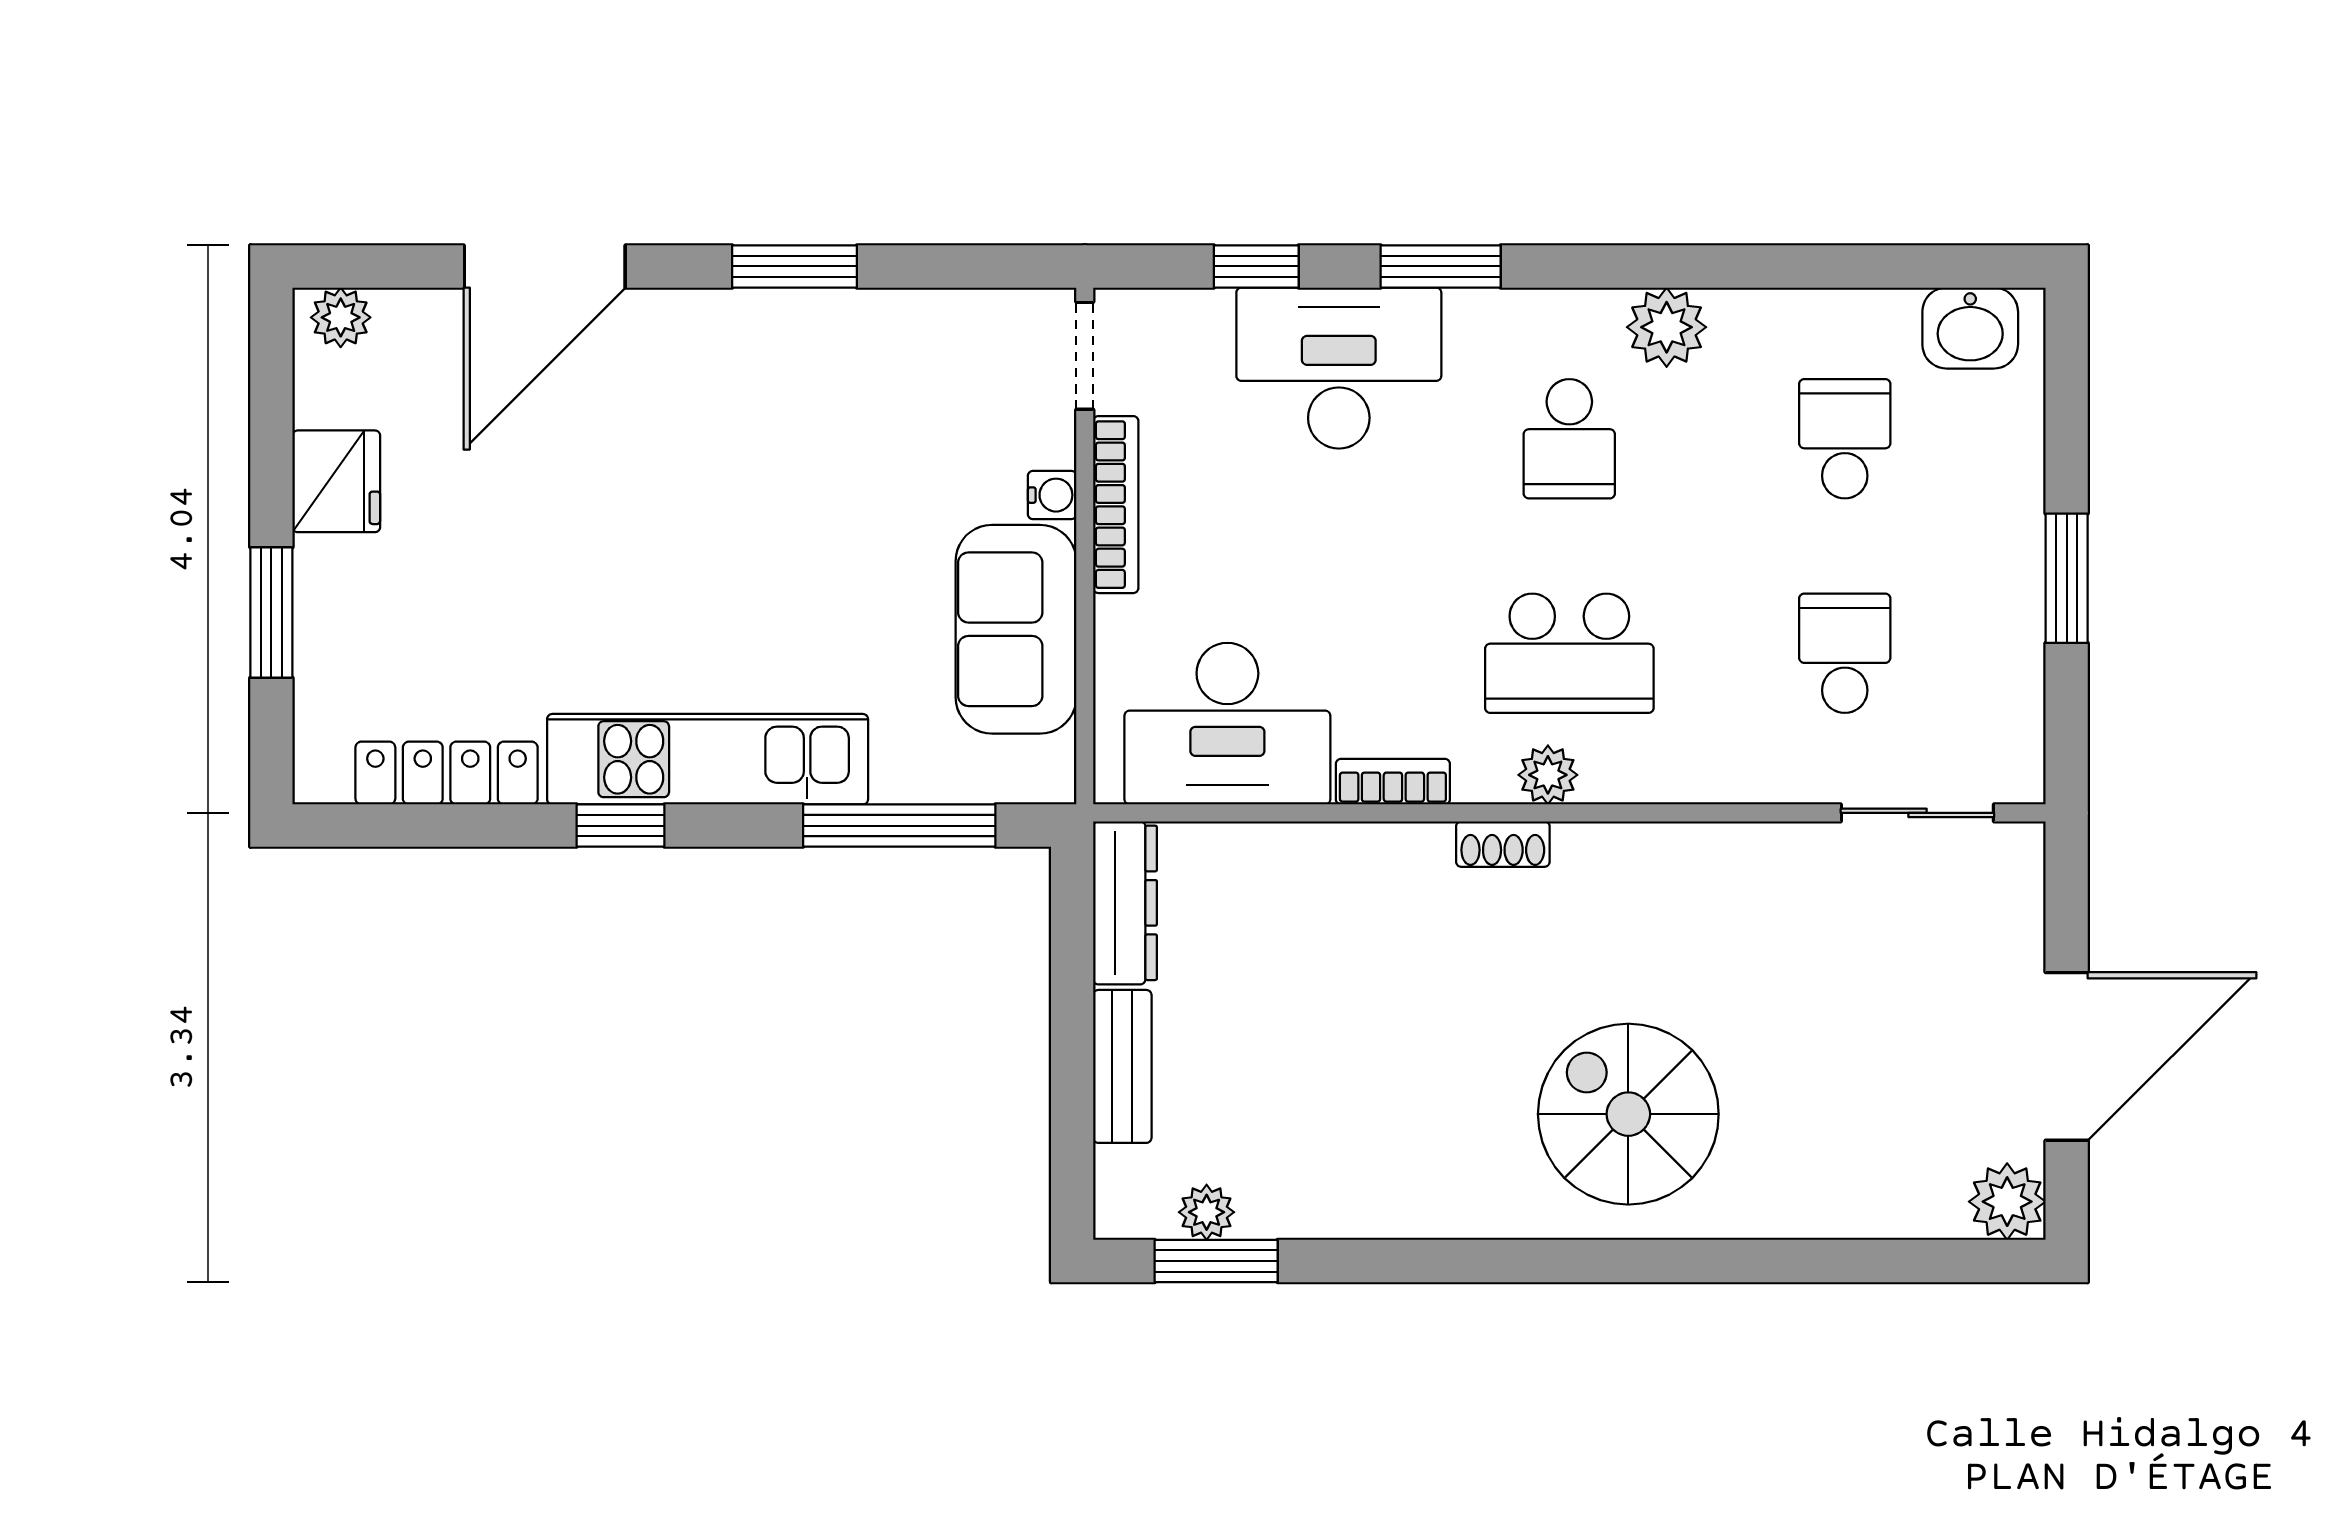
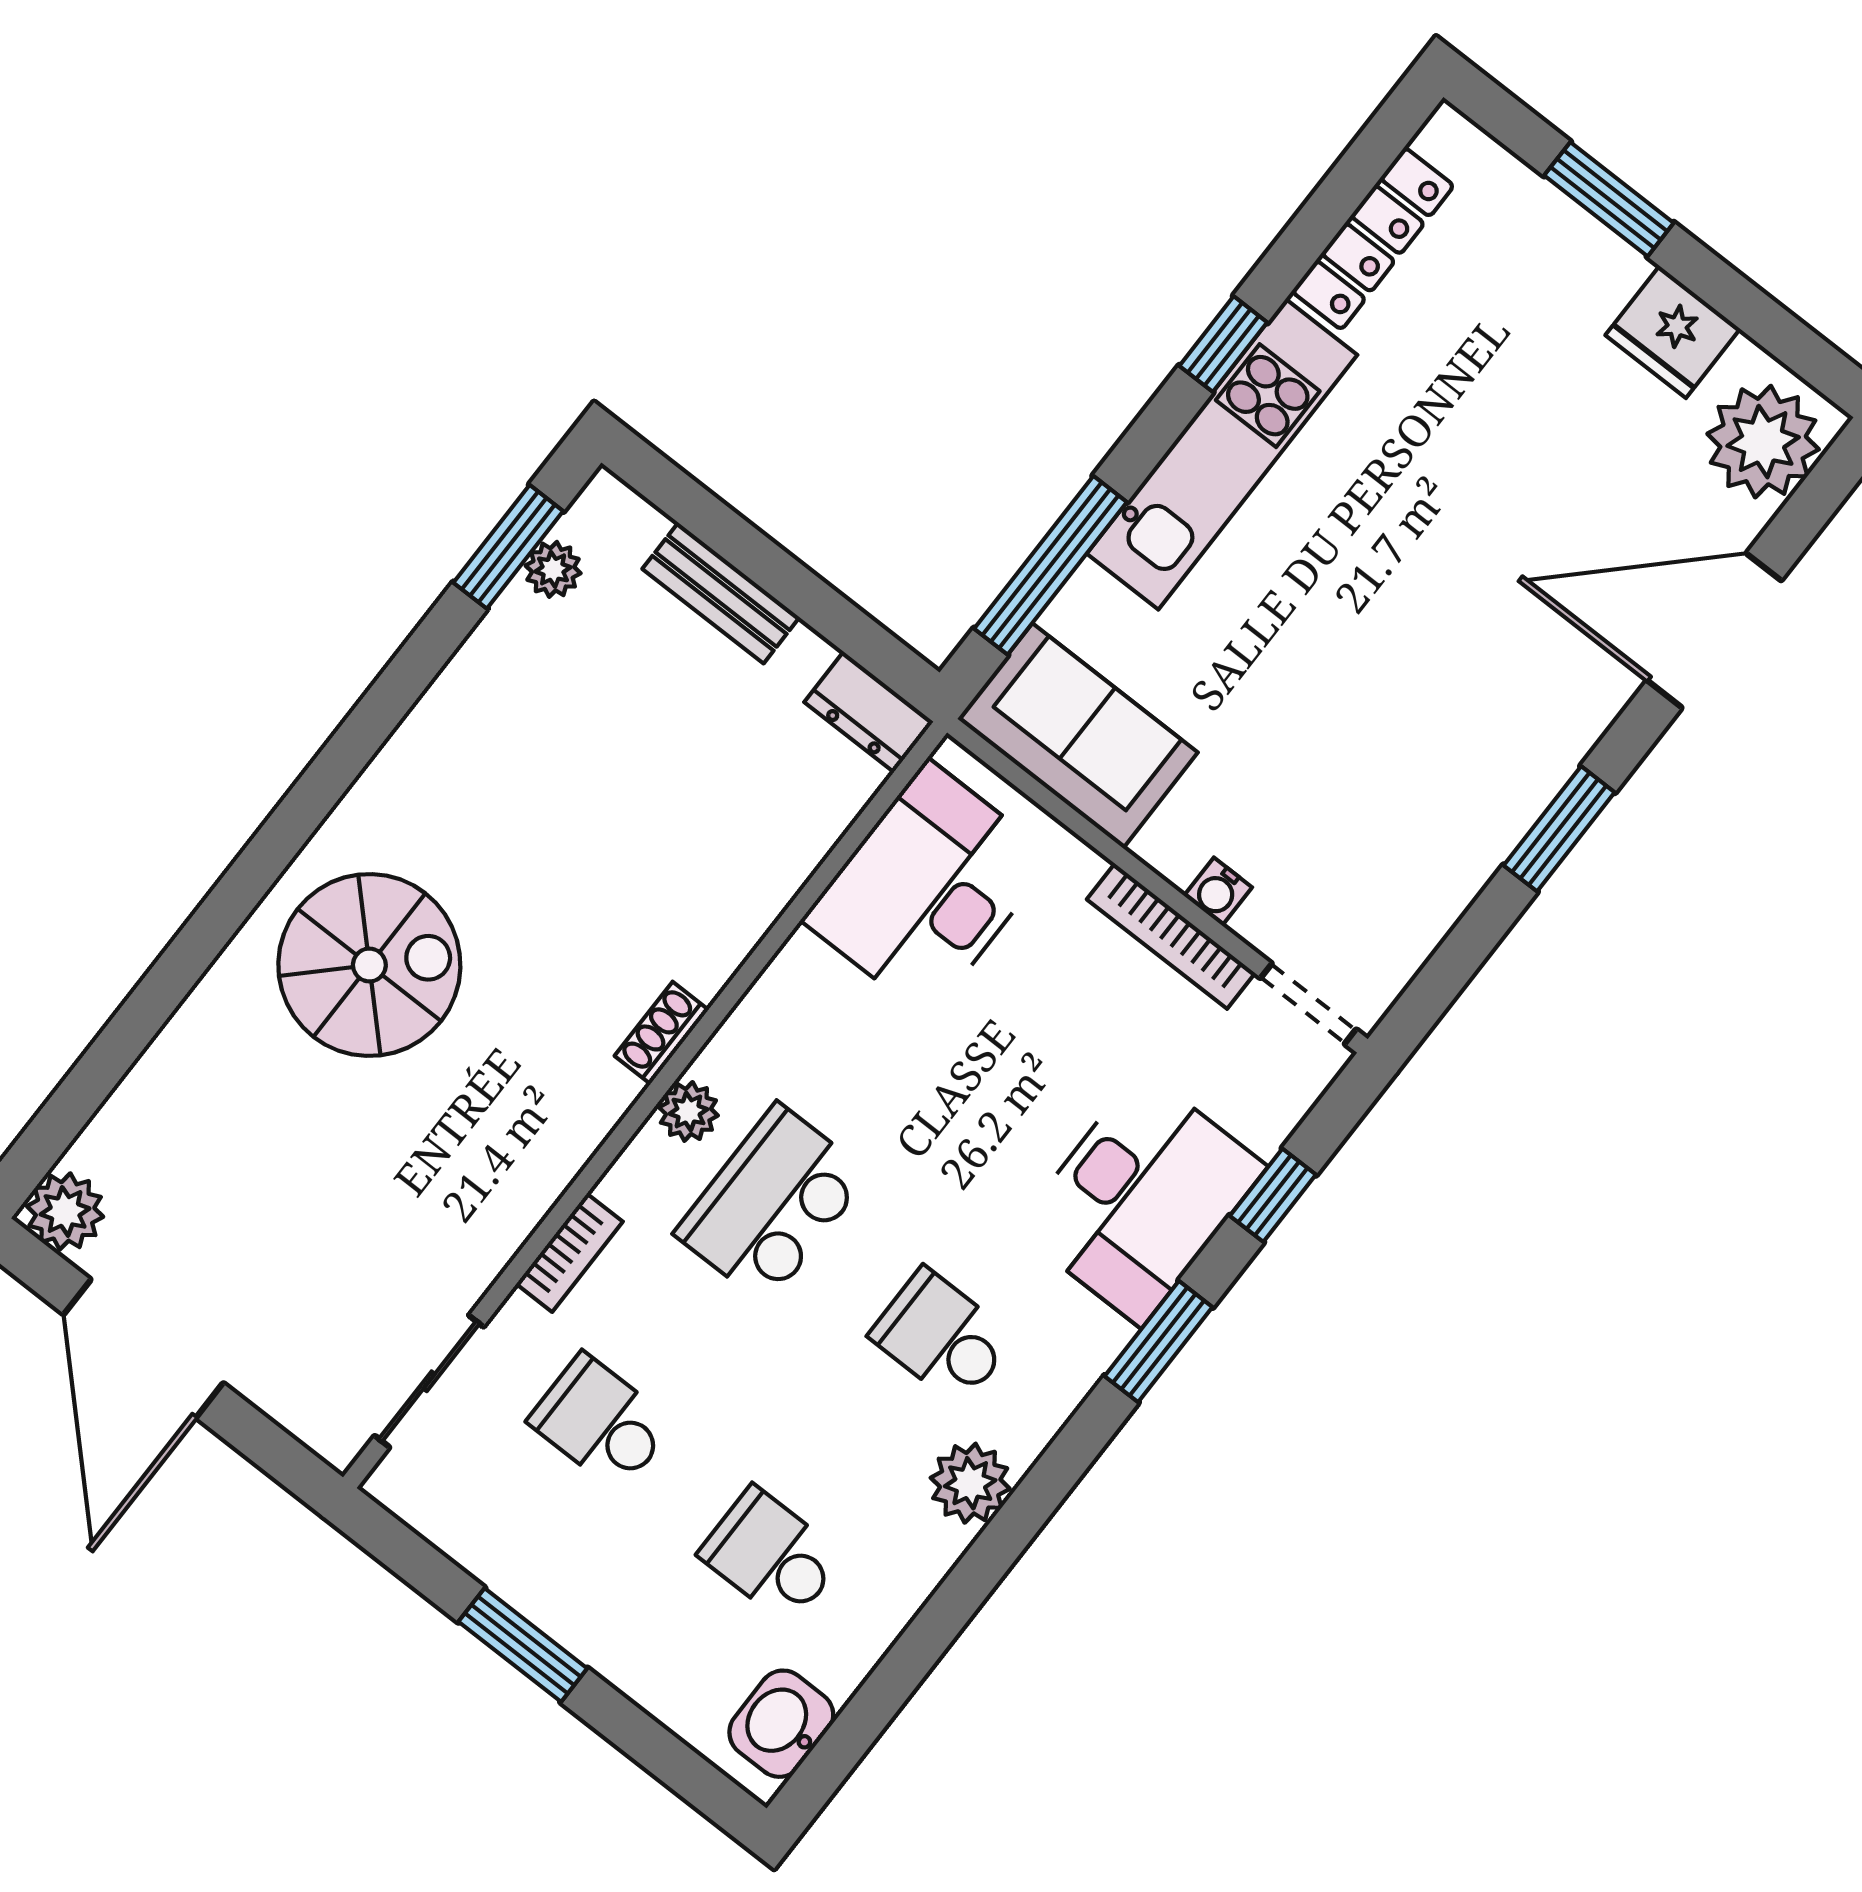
door: (545, 266) -> (1714, 630), hinge flipped
plant: (341, 317) -> (1763, 442), width x1.88, depth x1.88
school desk: (1845, 439) -> (771, 1556), turned 180
sofa: (1016, 629) -> (1078, 736), moved
school desk: (1845, 653) -> (601, 1423), turned 180
bookcase: (1393, 782) -> (569, 1253), moved
dresser: (1125, 903) -> (869, 712), width x0.70

